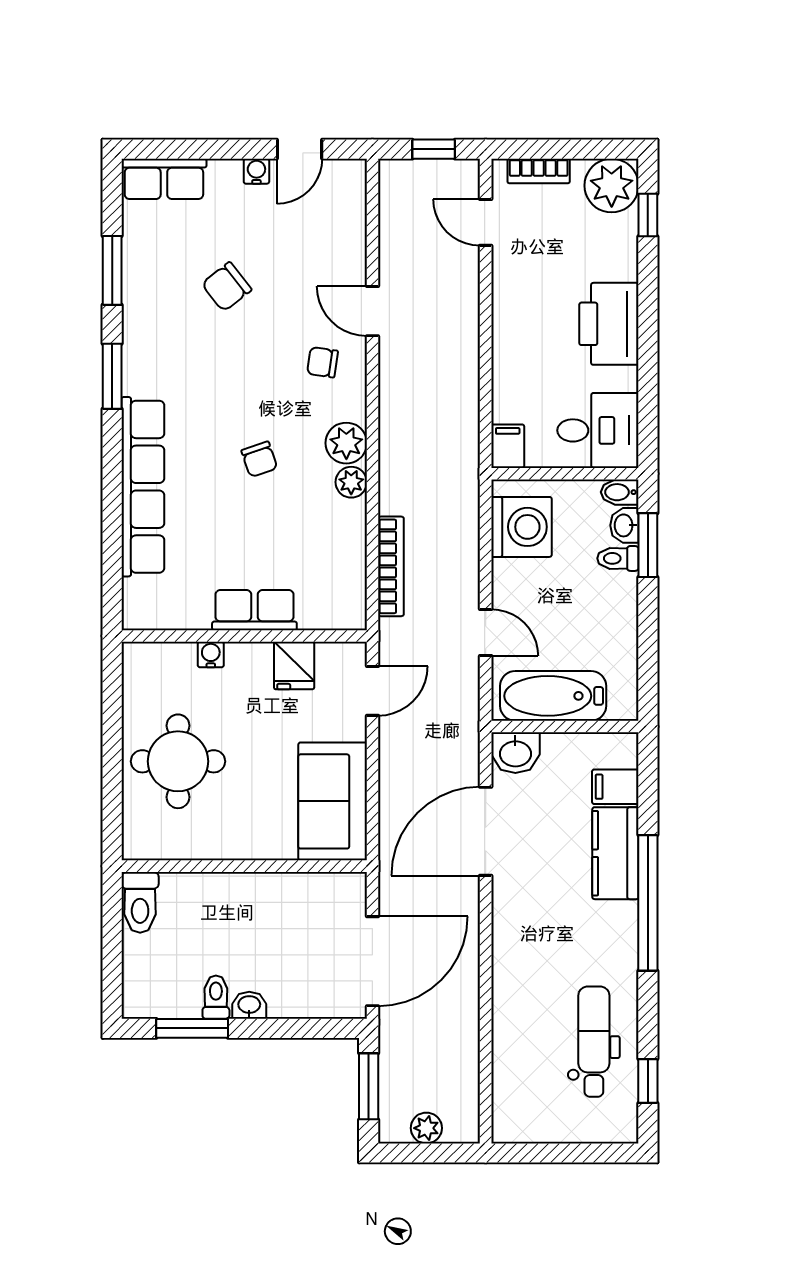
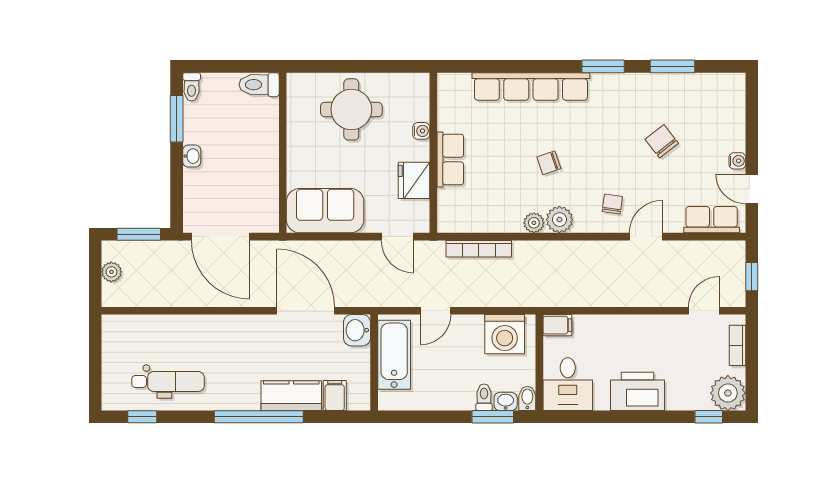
row of seats: (164, 179) -> (712, 220), moved, turned 90
fridge: (294, 666) -> (414, 180), width x1.38
toilet: (216, 997) -> (192, 87), moved, turned 90

